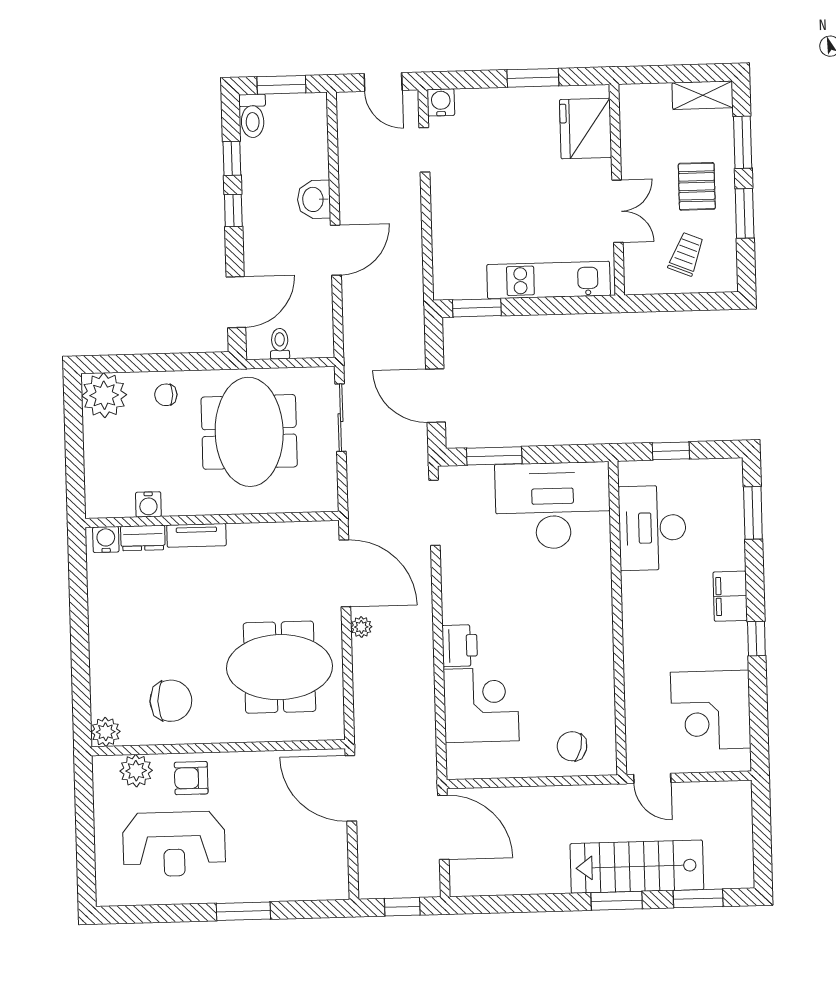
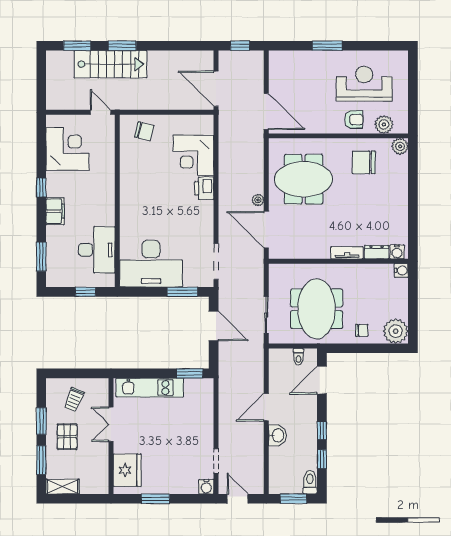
water cooler: (148, 504) -> (401, 271), moved, turned 90

